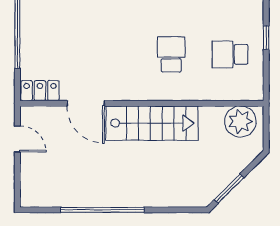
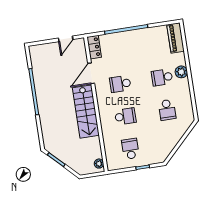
school desk: (112, 54) -> (120, 84), added
plant: (240, 121) -> (99, 164), width x0.53, depth x0.53

